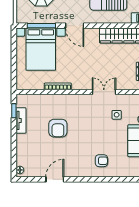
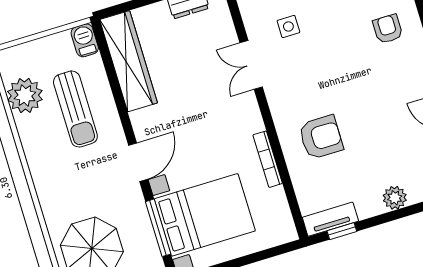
tv unit: (21, 120) -> (330, 219), moved
armchair: (58, 128) -> (321, 137), moved
plant: (22, 140) -> (395, 198), added

